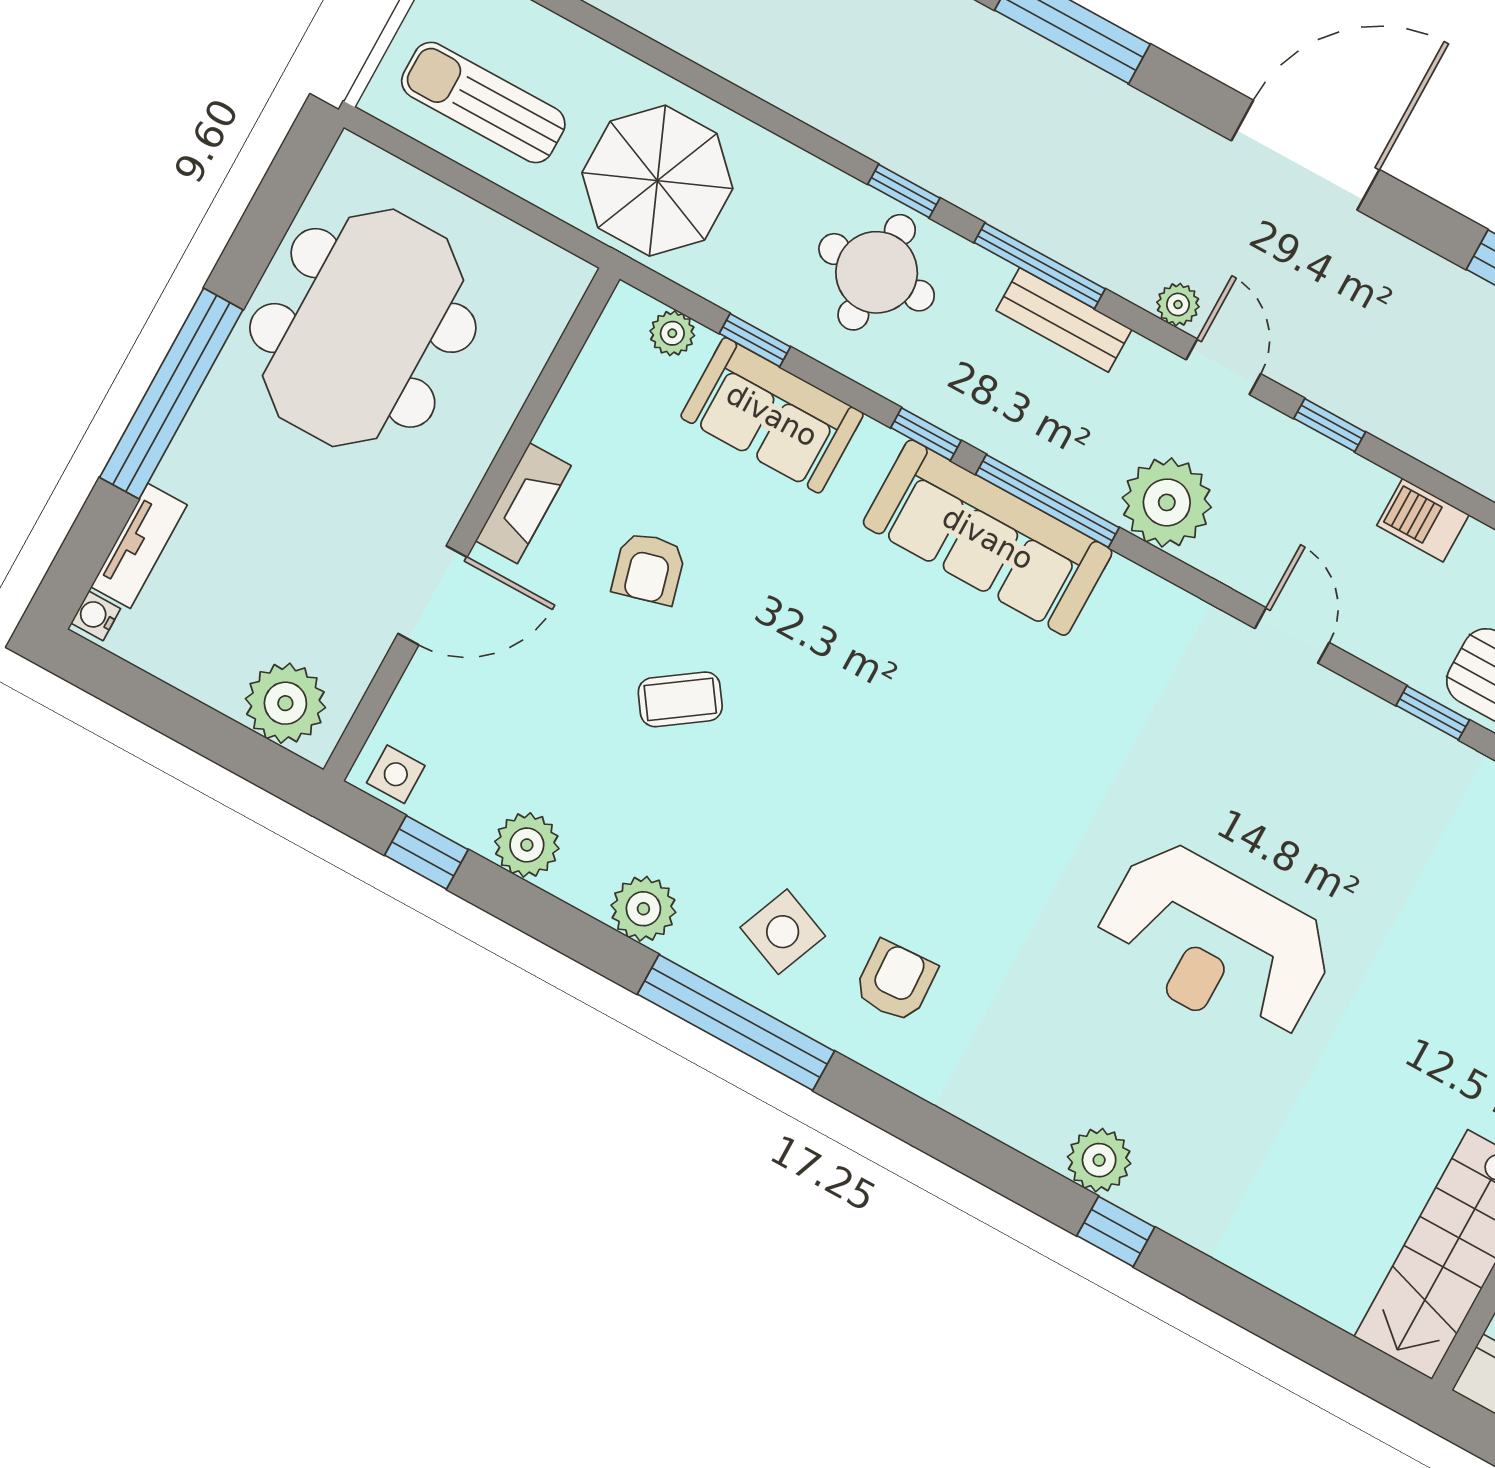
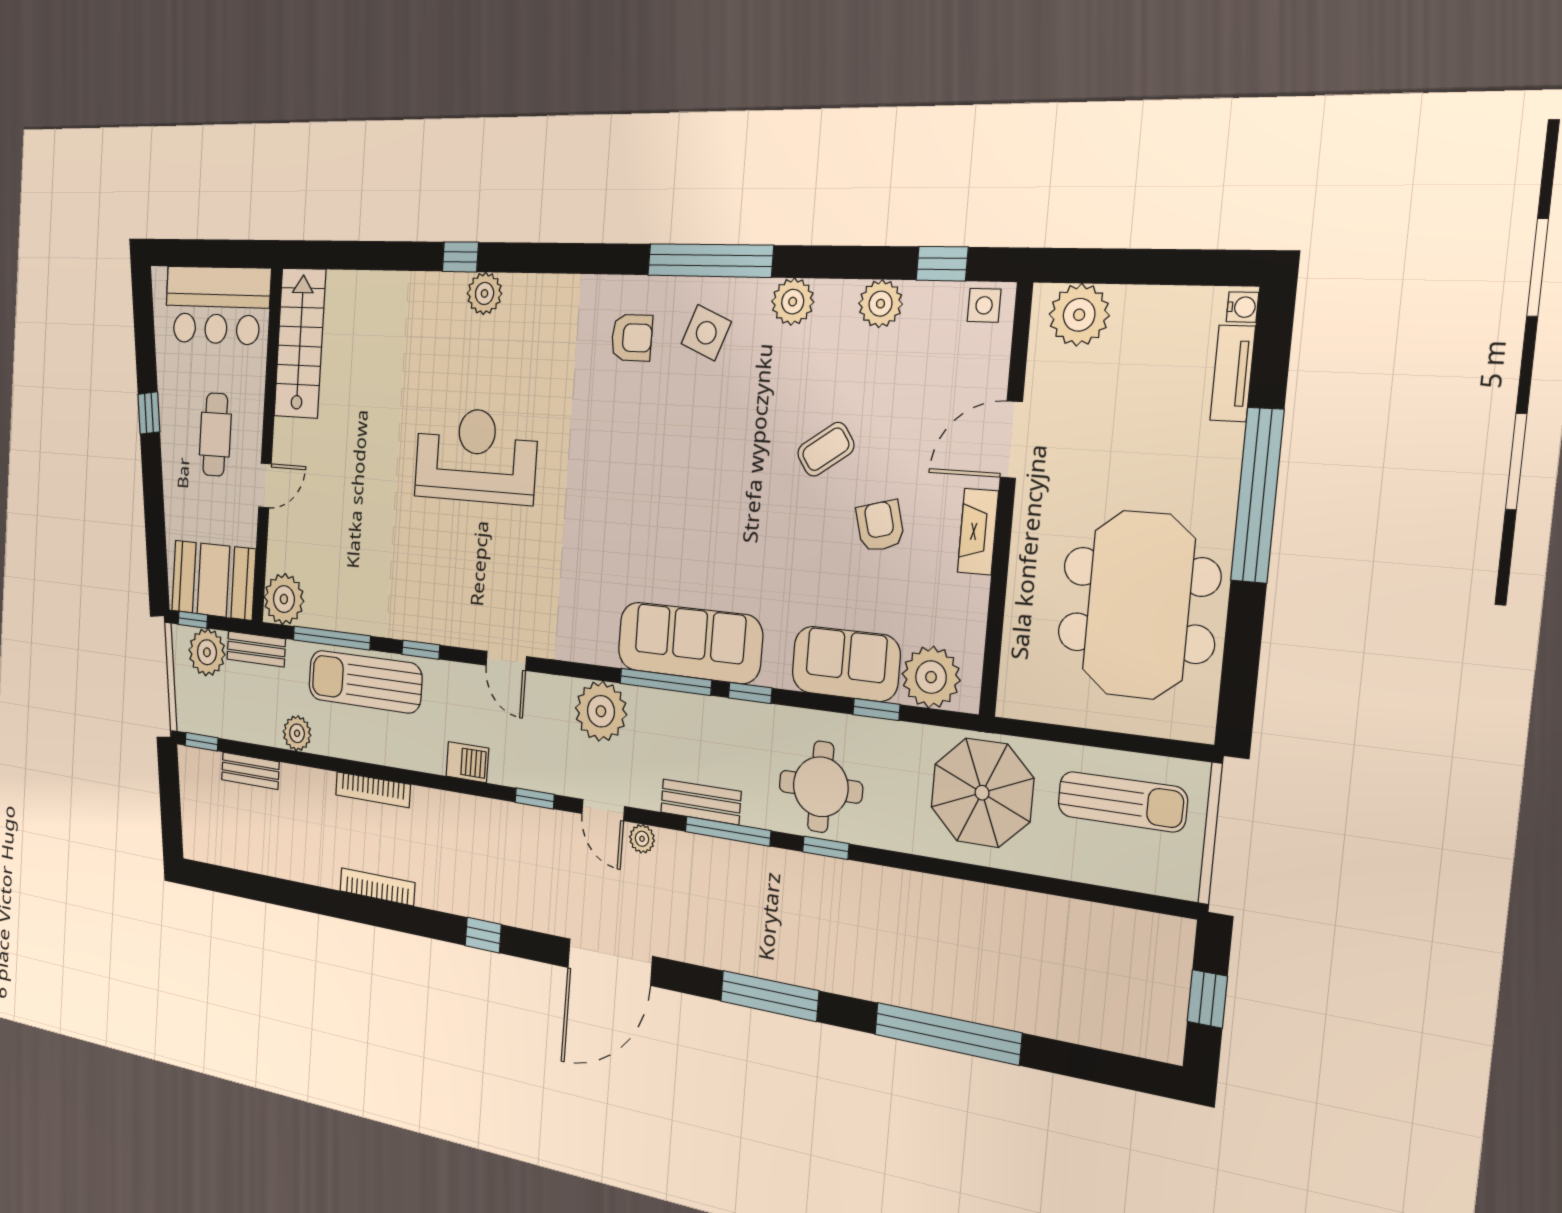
plant: (672, 333) -> (931, 677), width x1.88, depth x1.88
armchair: (895, 981) -> (632, 338), turned -87

